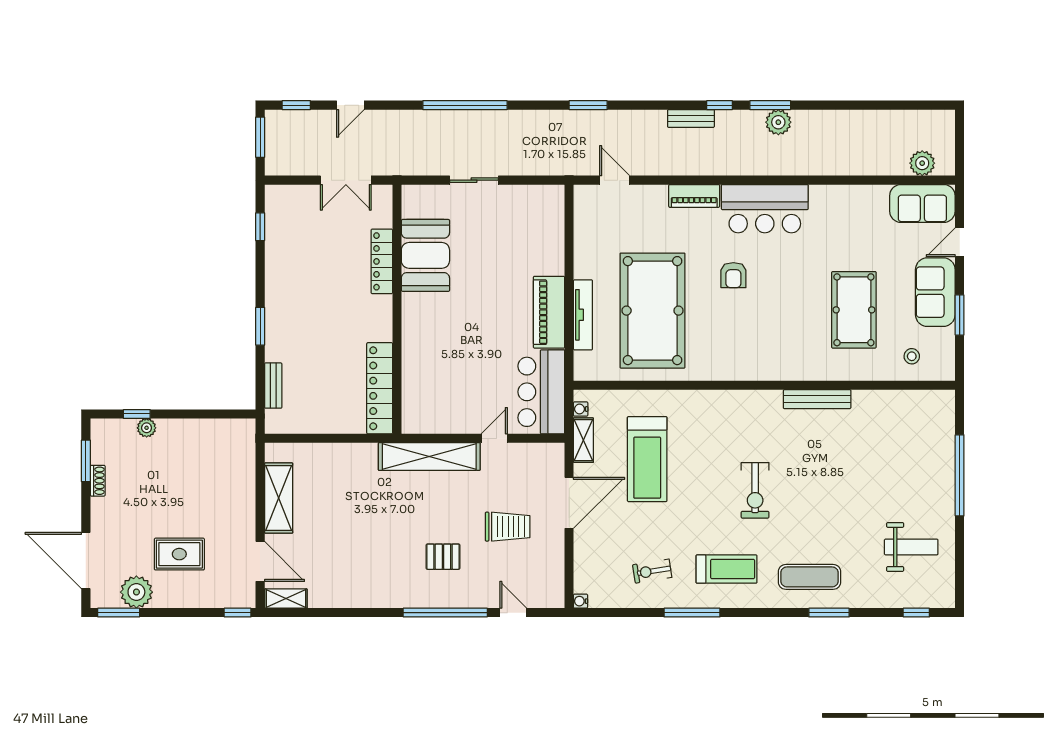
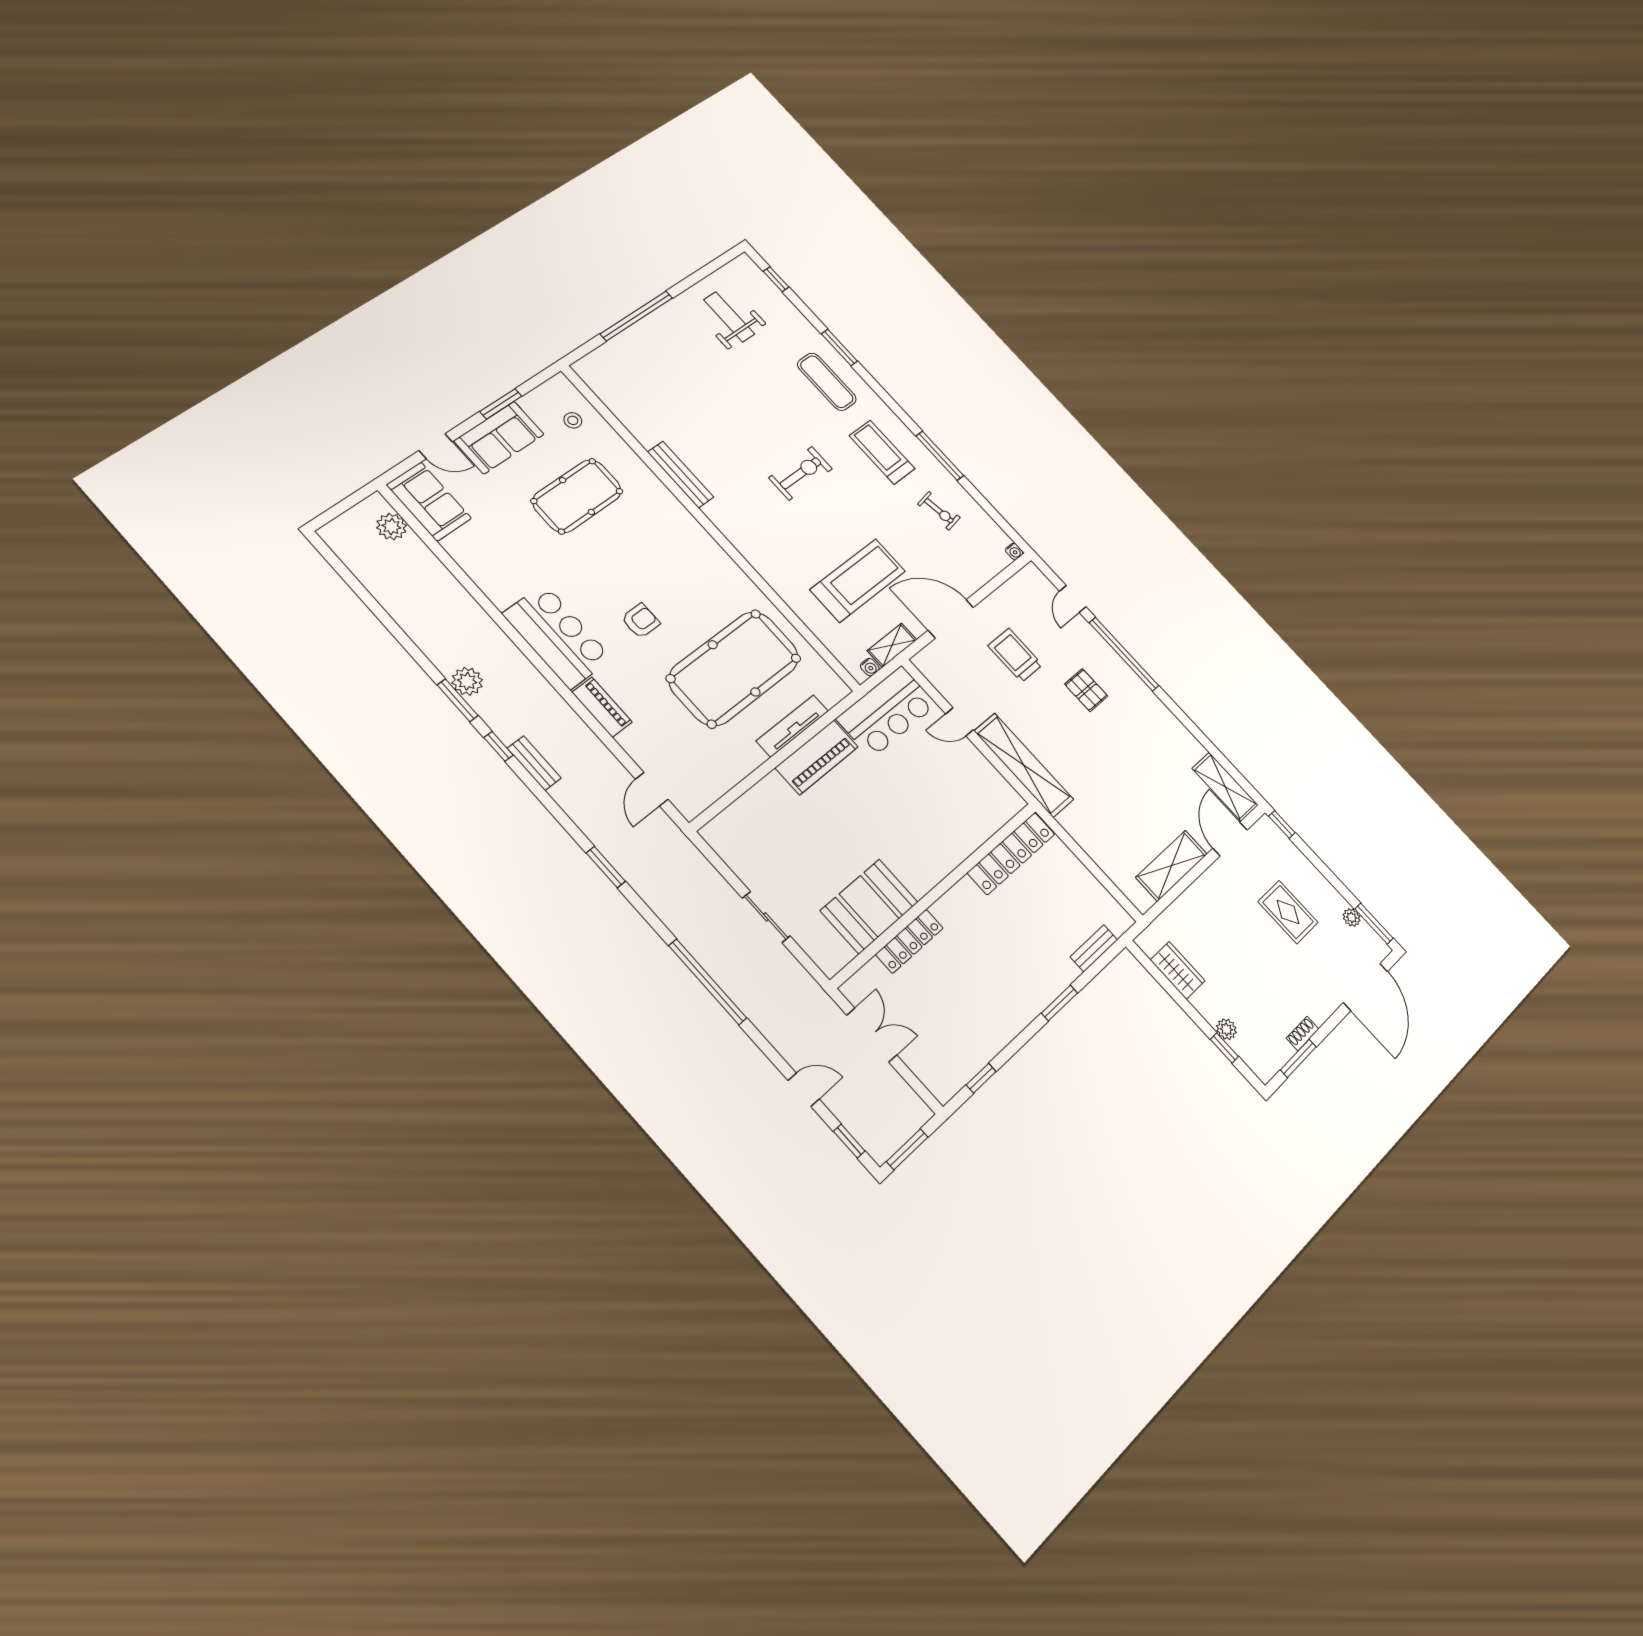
wardrobe: (211, 432) -> (1178, 970), added
plant: (136, 592) -> (1352, 917), width x0.53, depth x0.53
shelving: (286, 599) -> (1225, 787), width x1.50, depth x1.33

